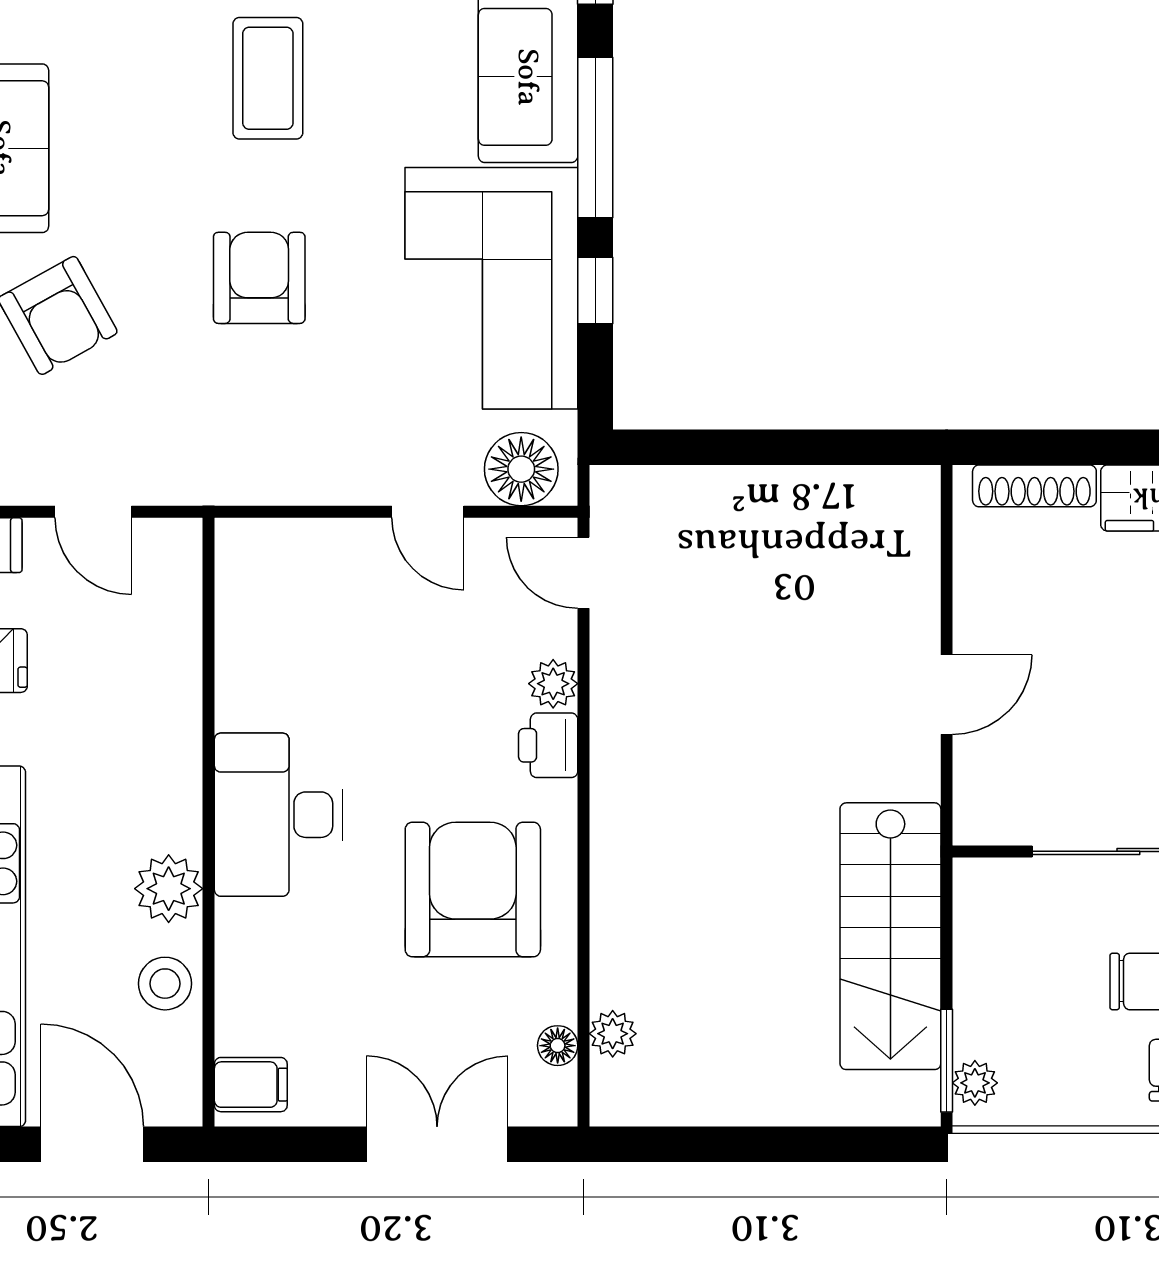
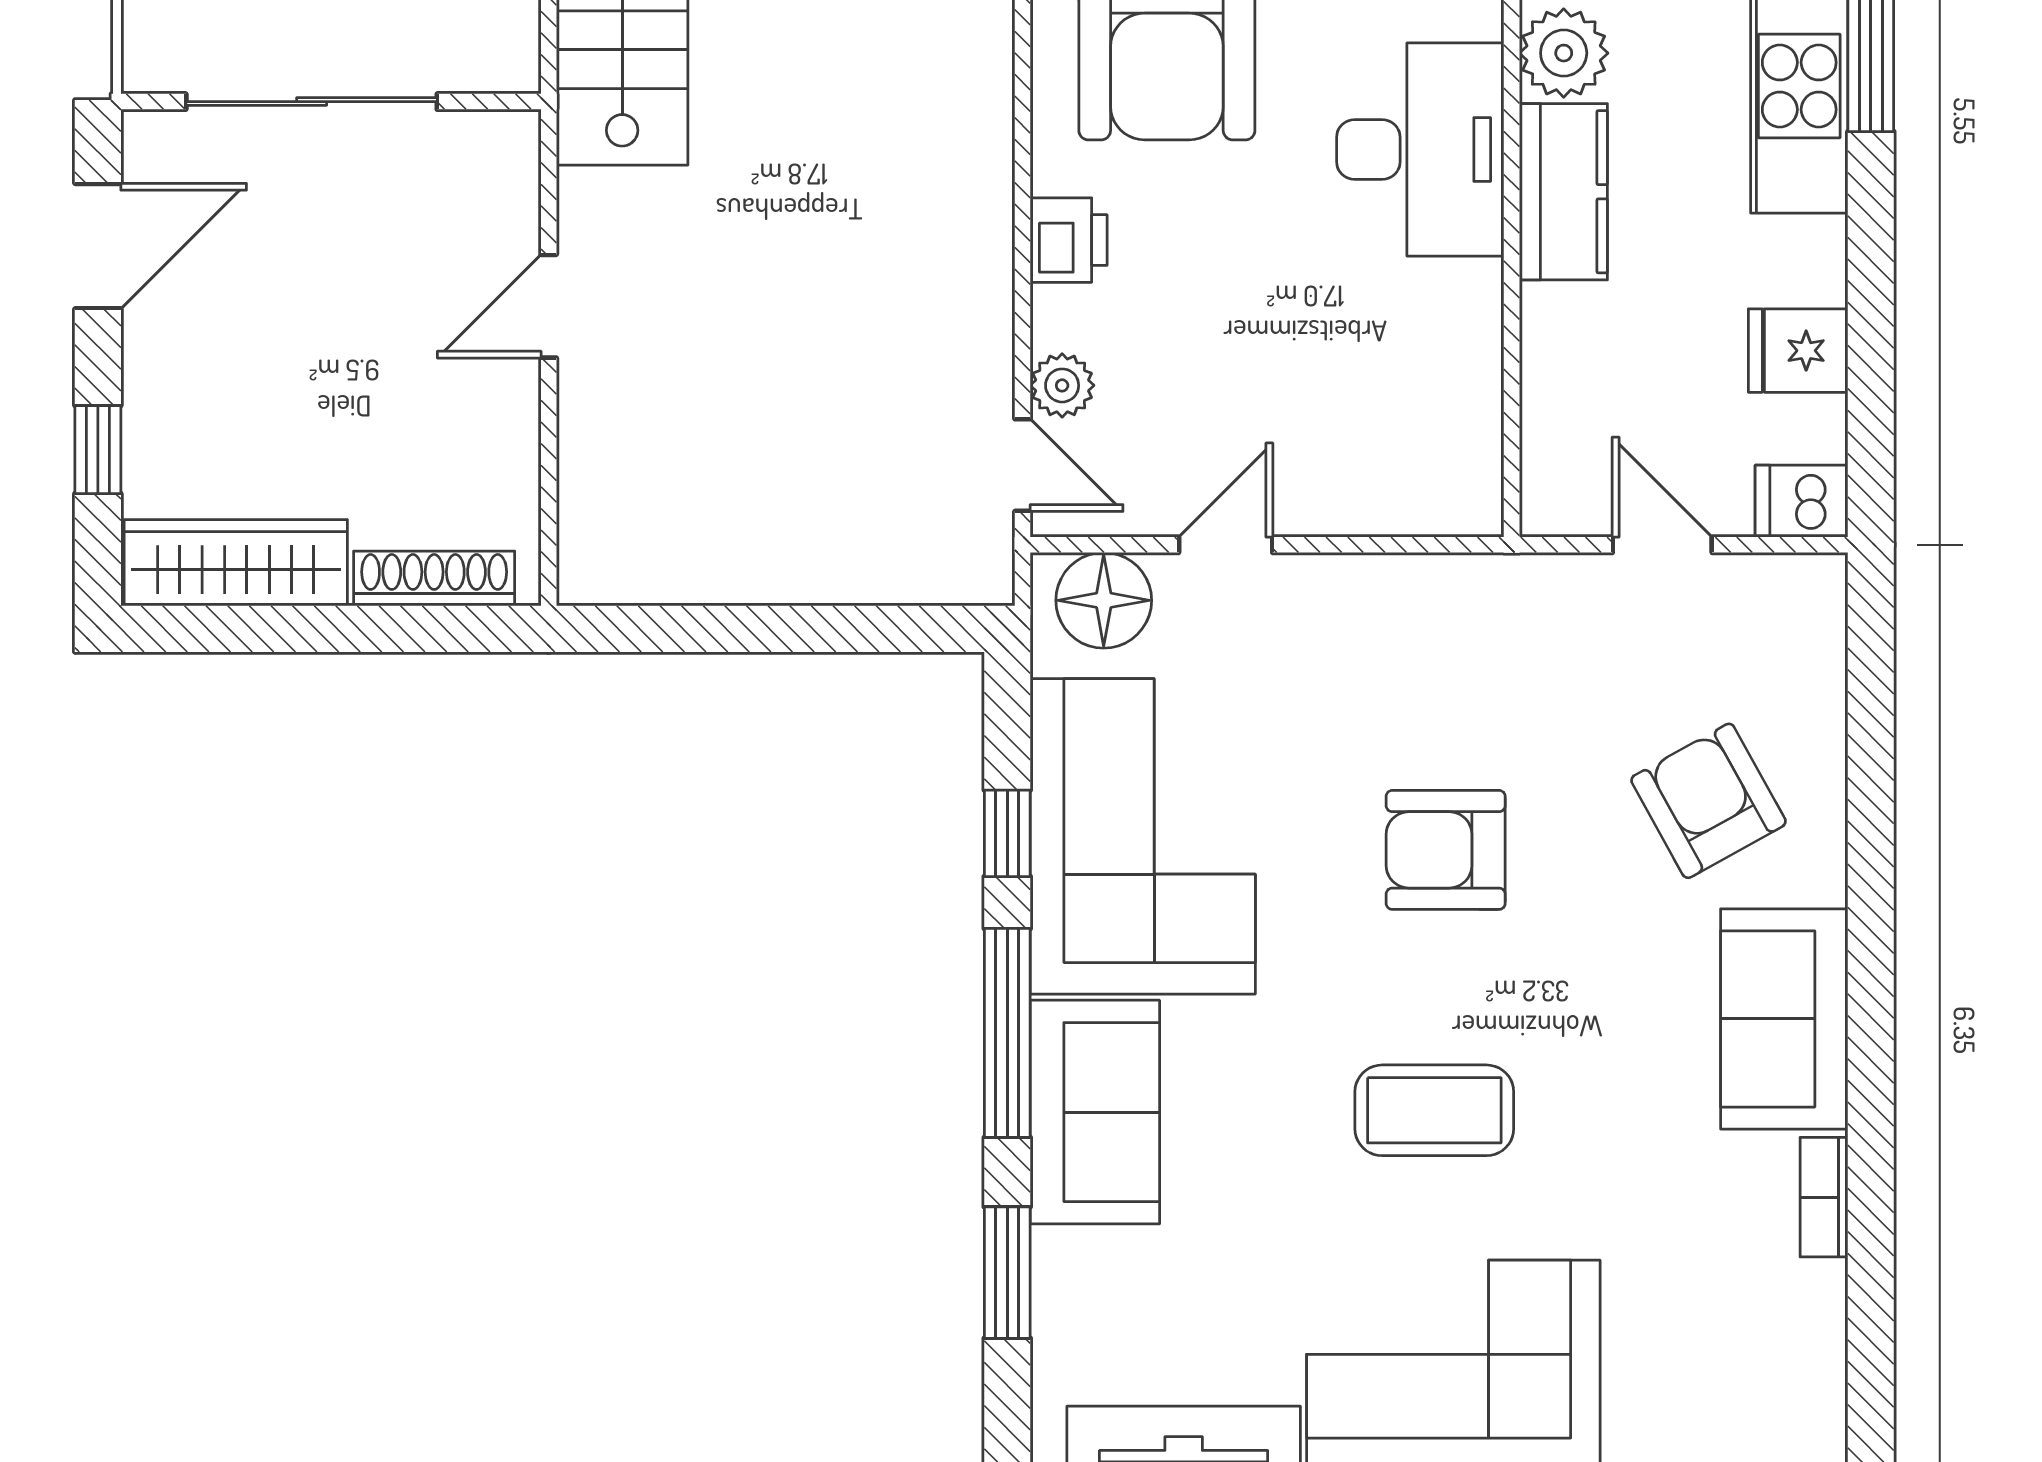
coffee table: (268, 78) -> (1434, 1110), turned 90
armchair: (259, 278) -> (1446, 850), turned 90
door: (428, 512) -> (1226, 545), hinge flipped
plant: (553, 684) -> (1062, 385), moved
kitchen counter: (169, 782) -> (1563, 192), added

